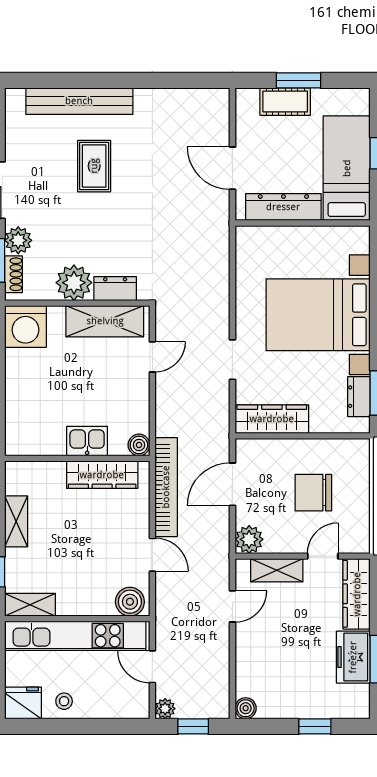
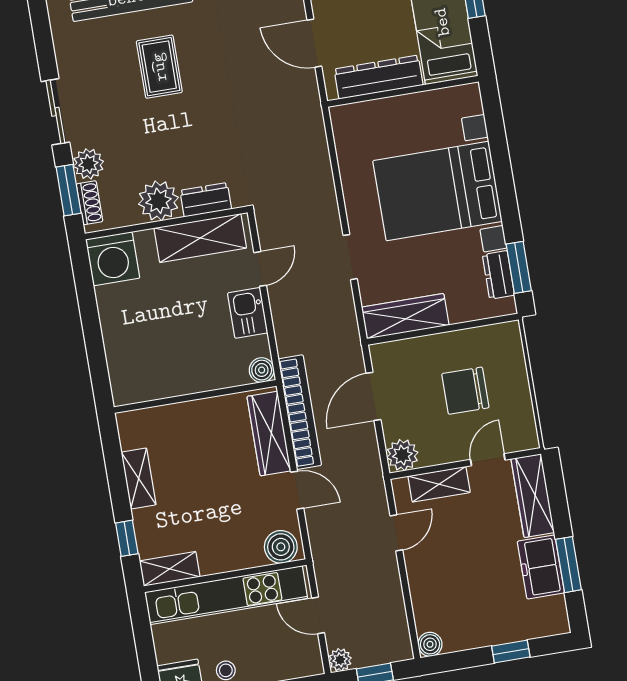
kitchen sink: (87, 441) -> (248, 313), moved, turned -90
wardrobe: (102, 475) -> (269, 434), moved, turned 90

